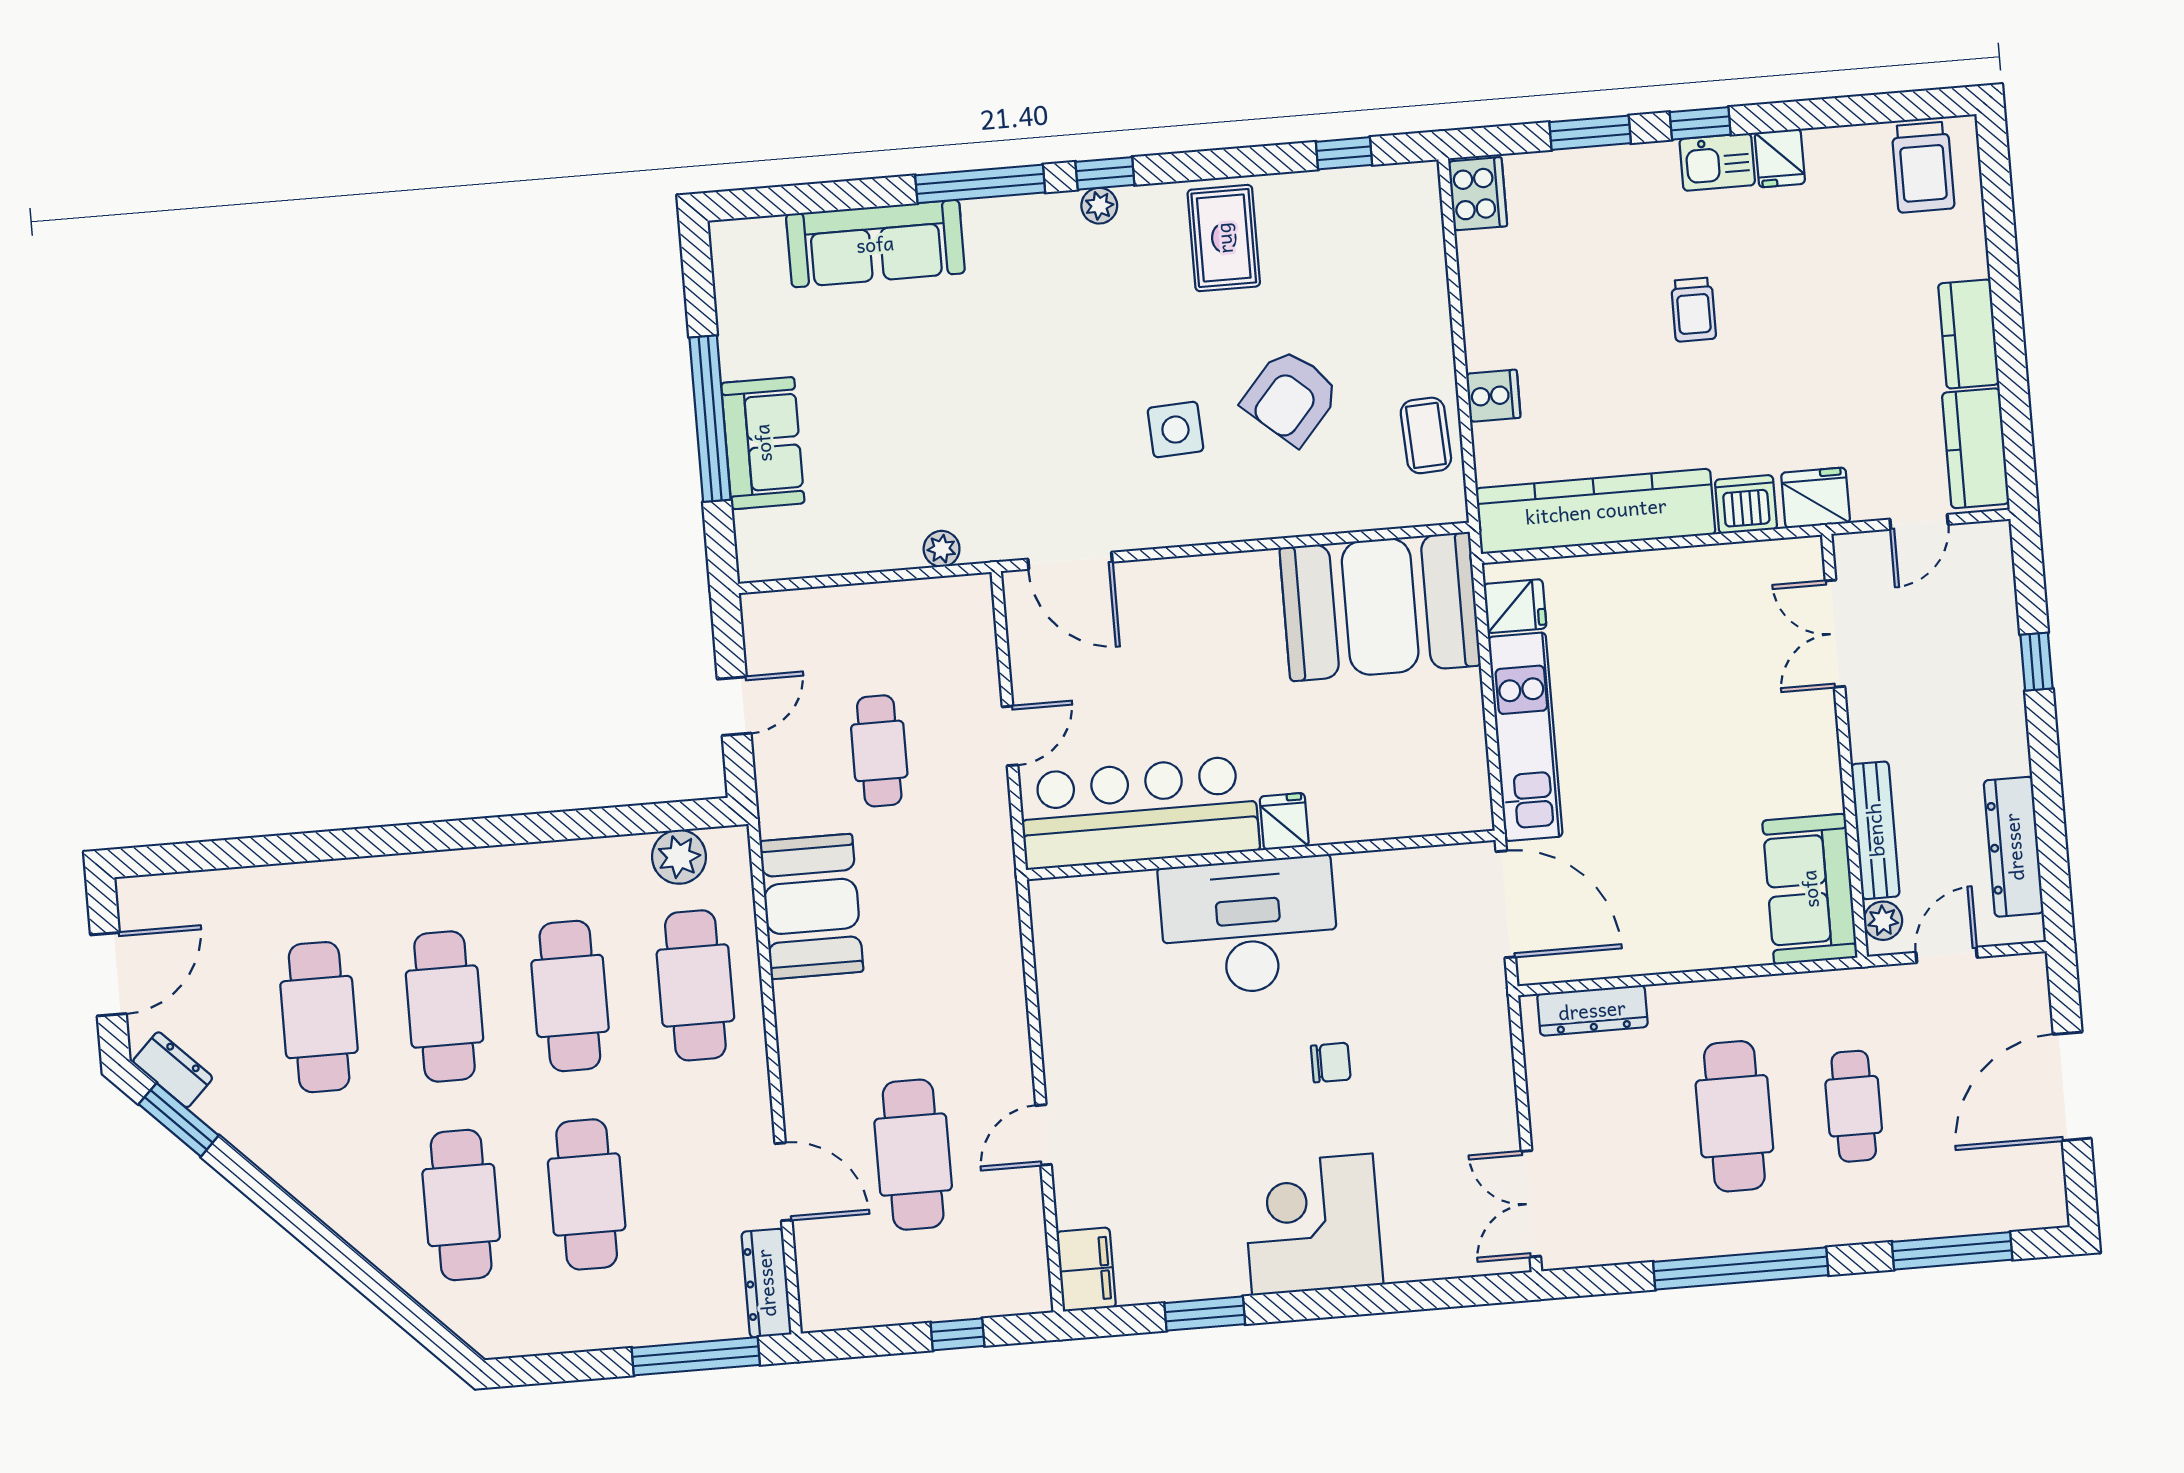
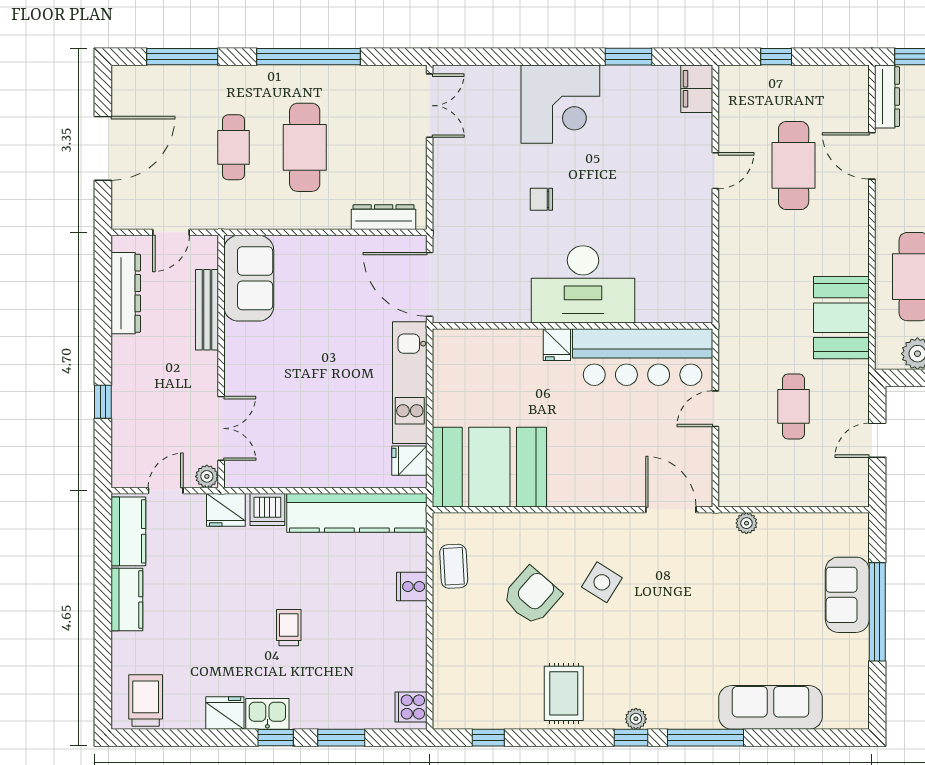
fridge: (1780, 158) -> (225, 713), width x1.38
cooker: (1478, 194) -> (411, 707), width x0.73
side table: (1175, 430) -> (602, 582), turned 35
plant: (1883, 921) -> (207, 476), moved

